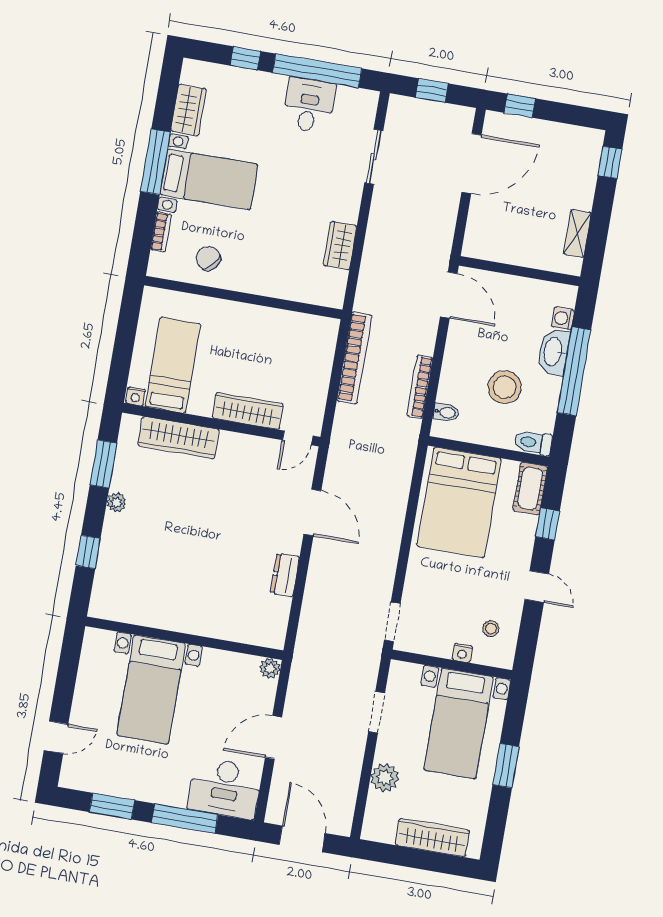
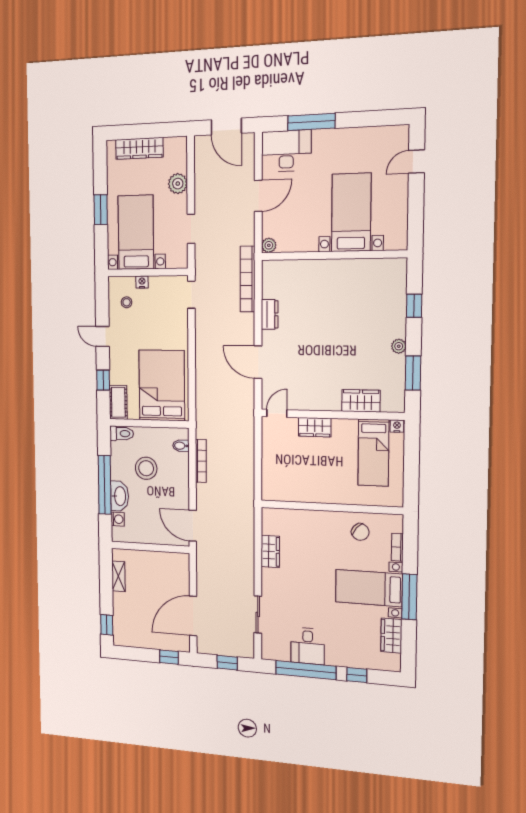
bookcase: (354, 358) -> (248, 279), moved
wardrobe: (248, 411) -> (315, 427), width x0.67
wardrobe: (178, 438) -> (361, 401), width x0.67
window: (112, 806) -> (366, 119), removed

